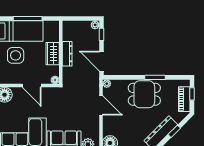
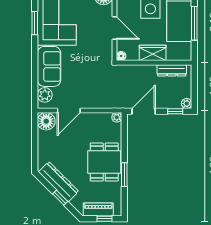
dresser: (67, 54) -> (172, 70), moved
door: (32, 86) -> (115, 28), swing flipped
door: (101, 105) -> (69, 111), moved

